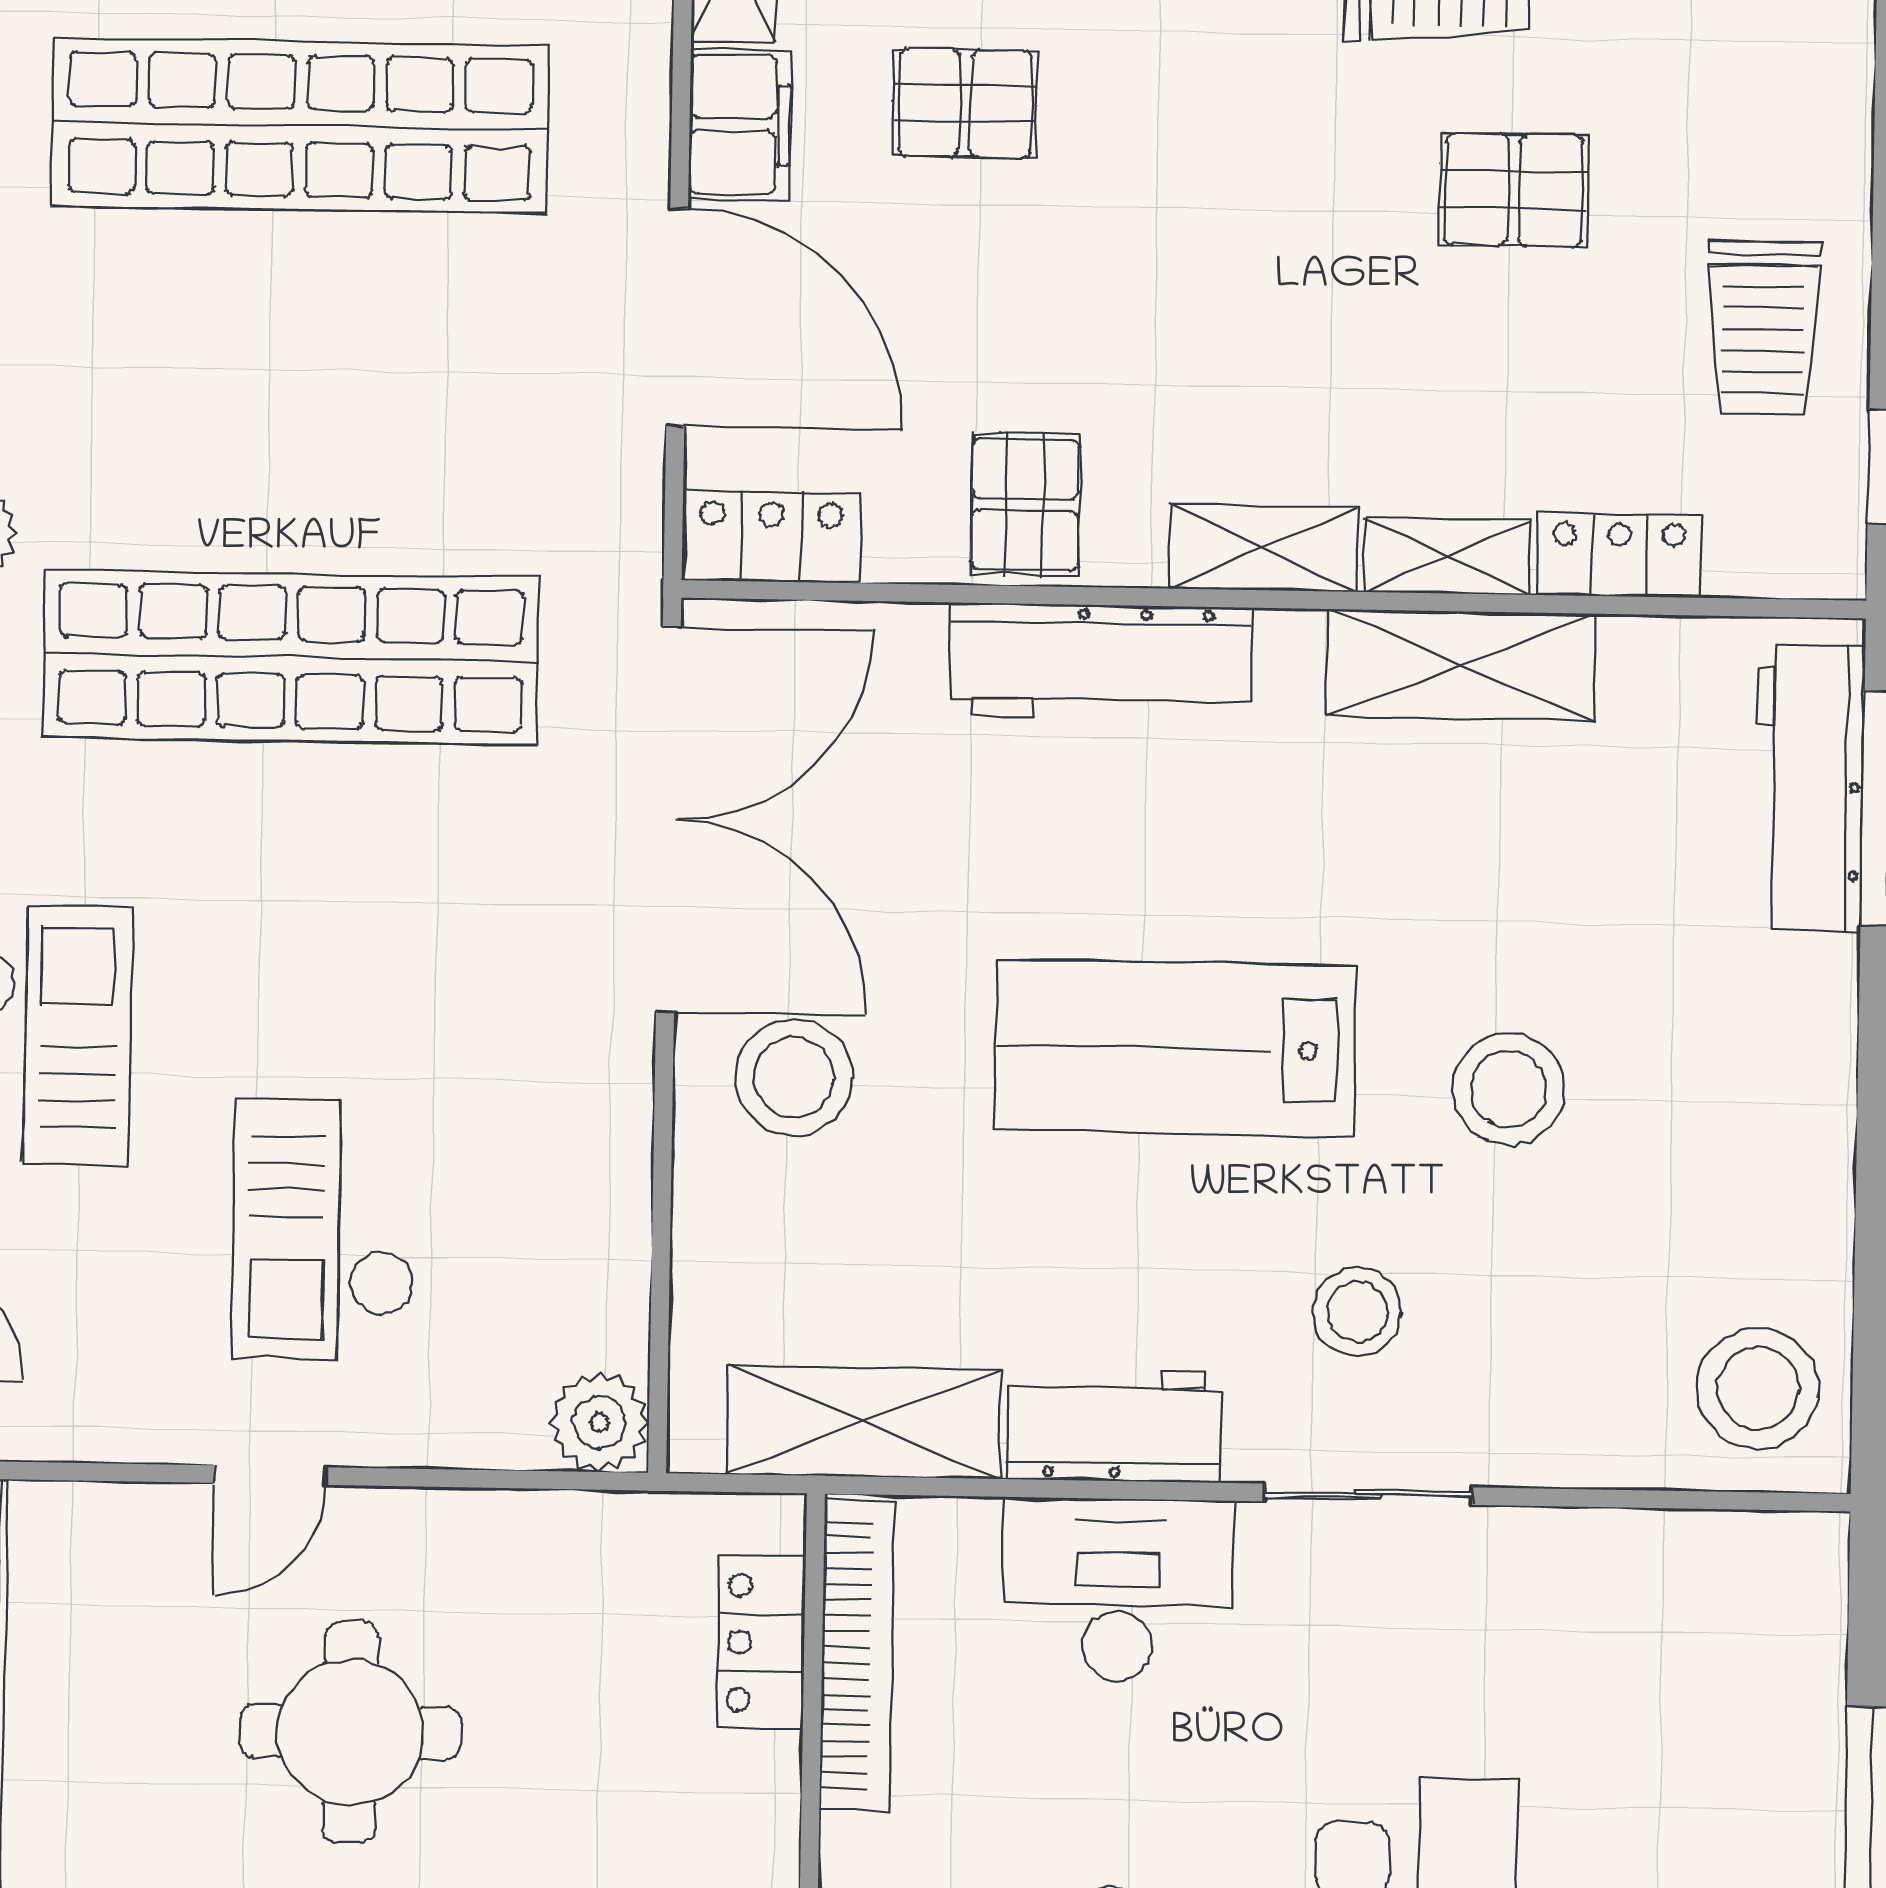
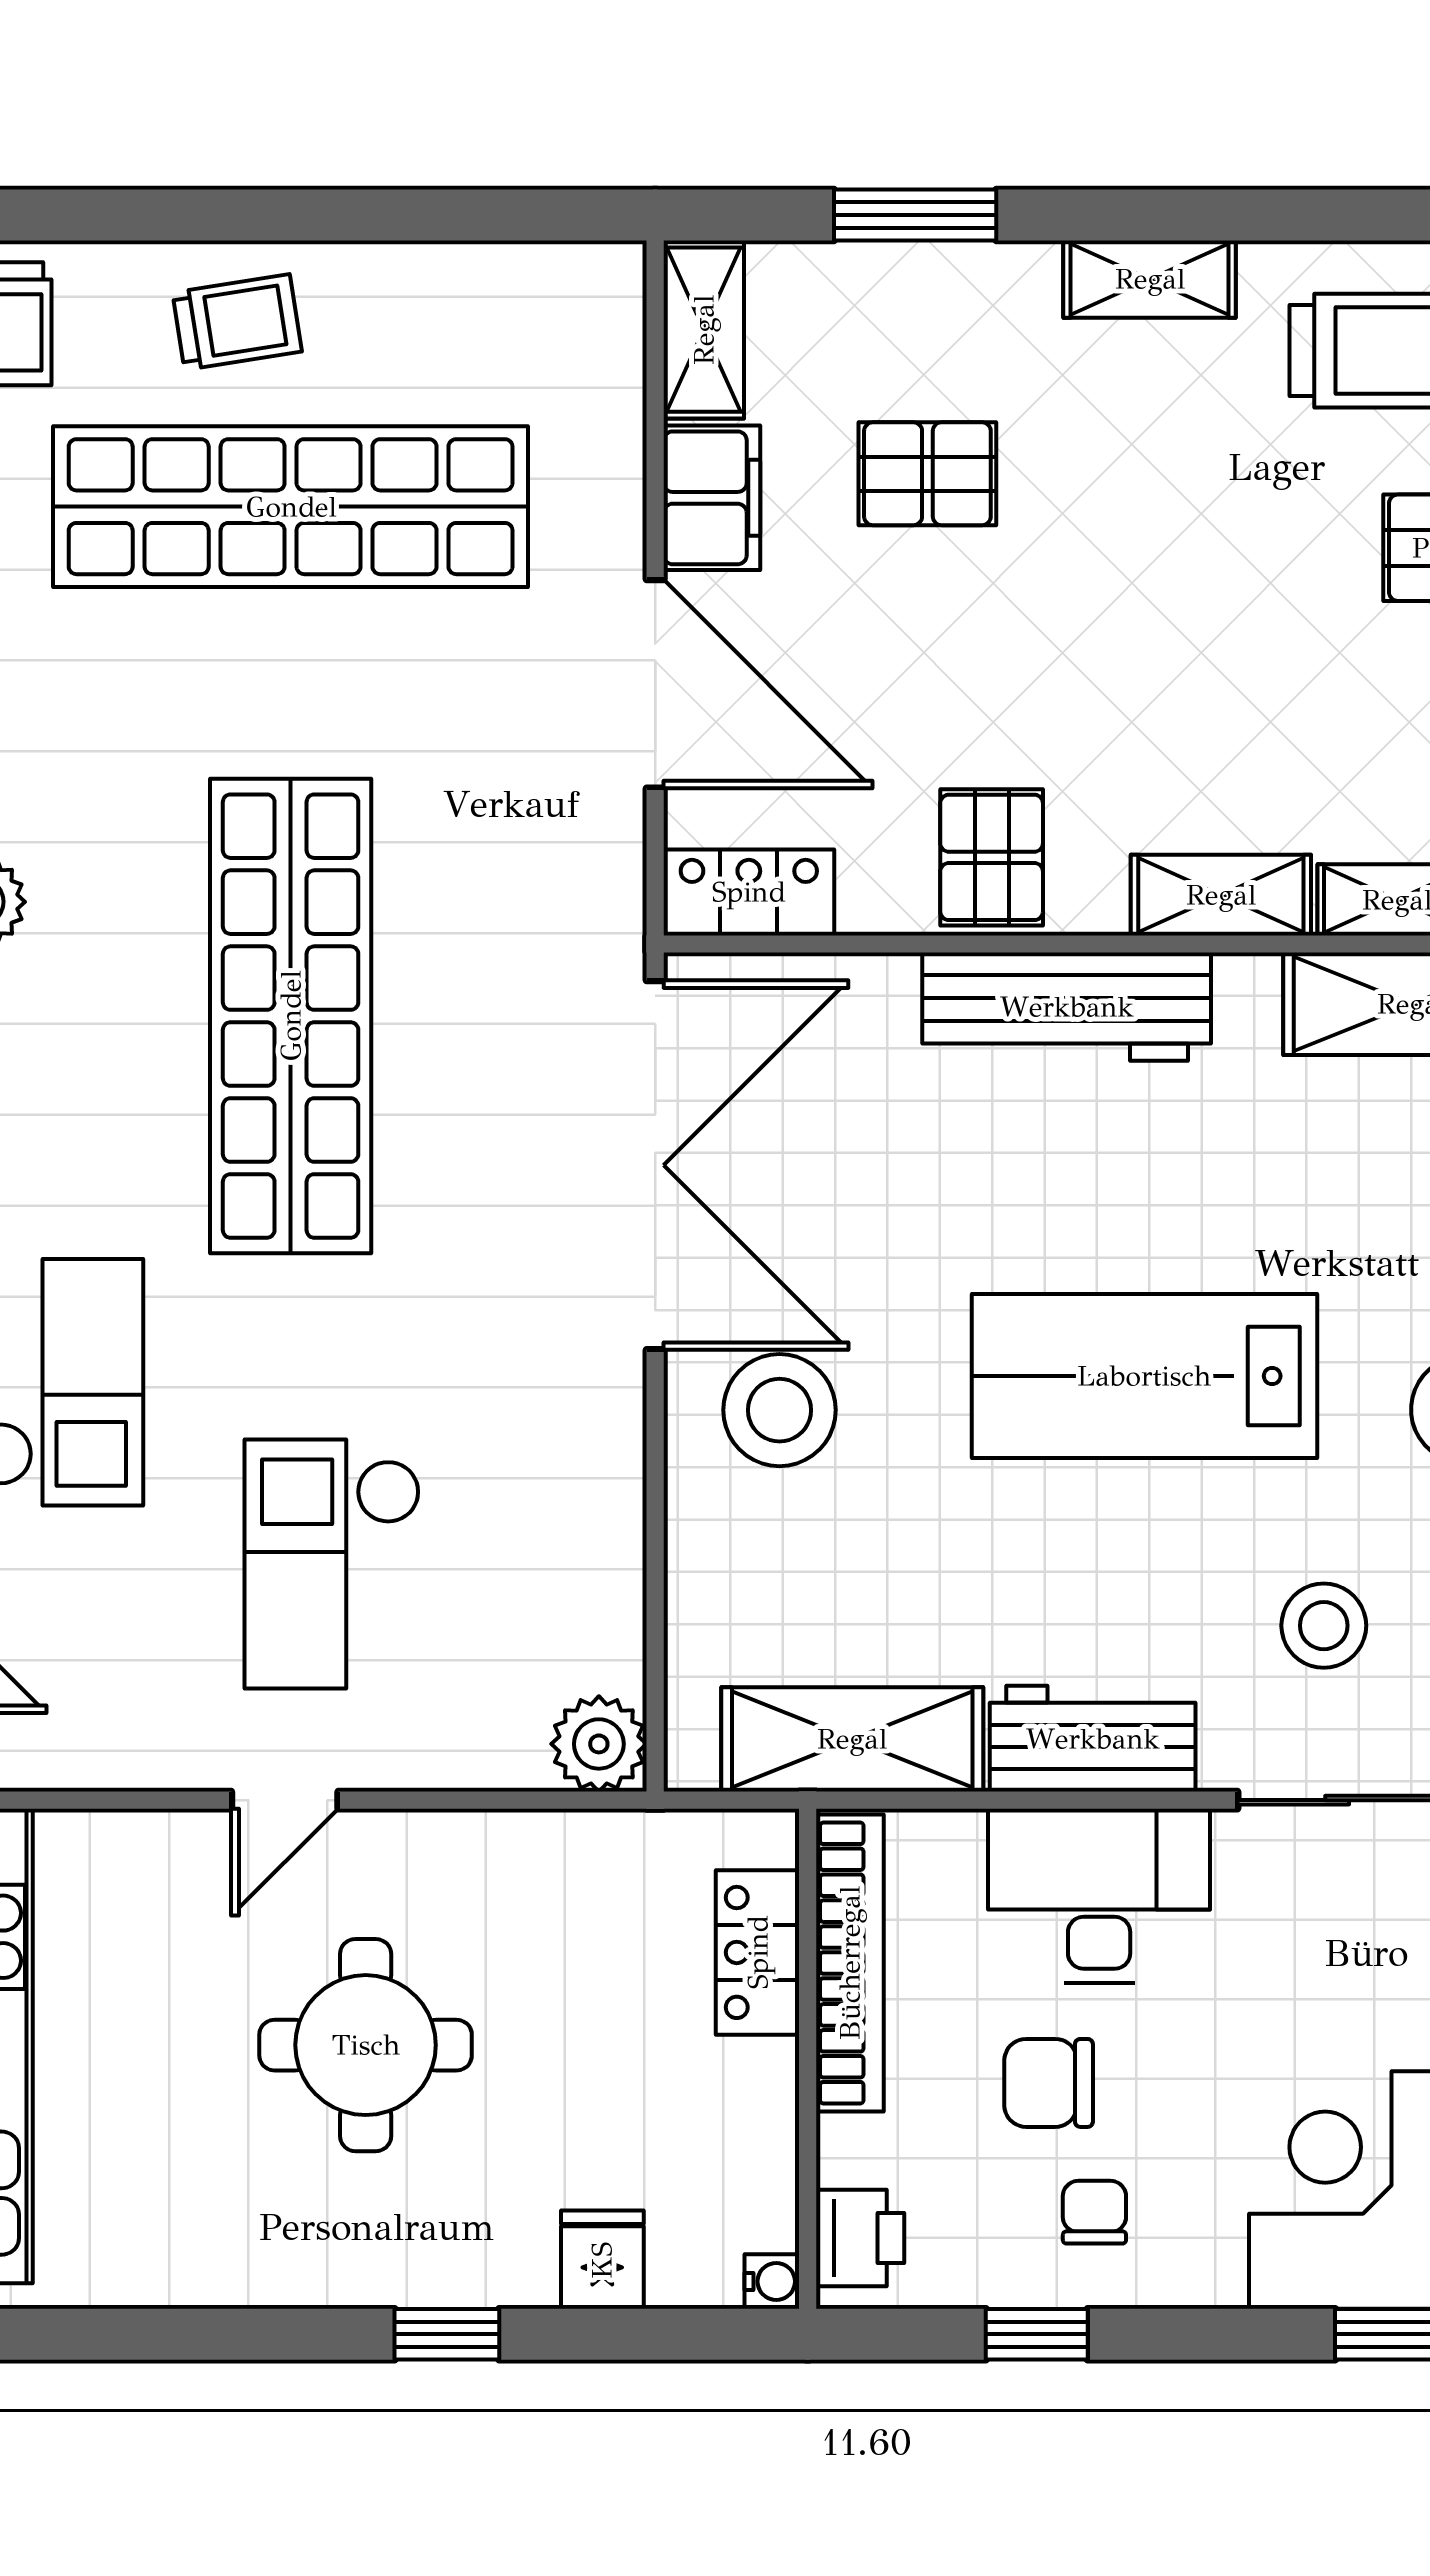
shop shelf: (291, 657) -> (291, 1016), turned 90
chair: (1062, 1784) -> (1049, 2083), added

